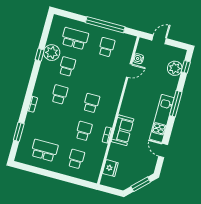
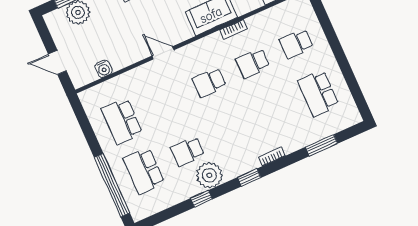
window: (105, 25) -> (112, 185), moved
school desk: (107, 47) -> (122, 121), width x1.85
plant: (52, 53) -> (209, 175), moved
door: (129, 71) -> (163, 53), moved
window: (31, 85) -> (249, 178), added
school desk: (60, 94) -> (231, 132), removed

